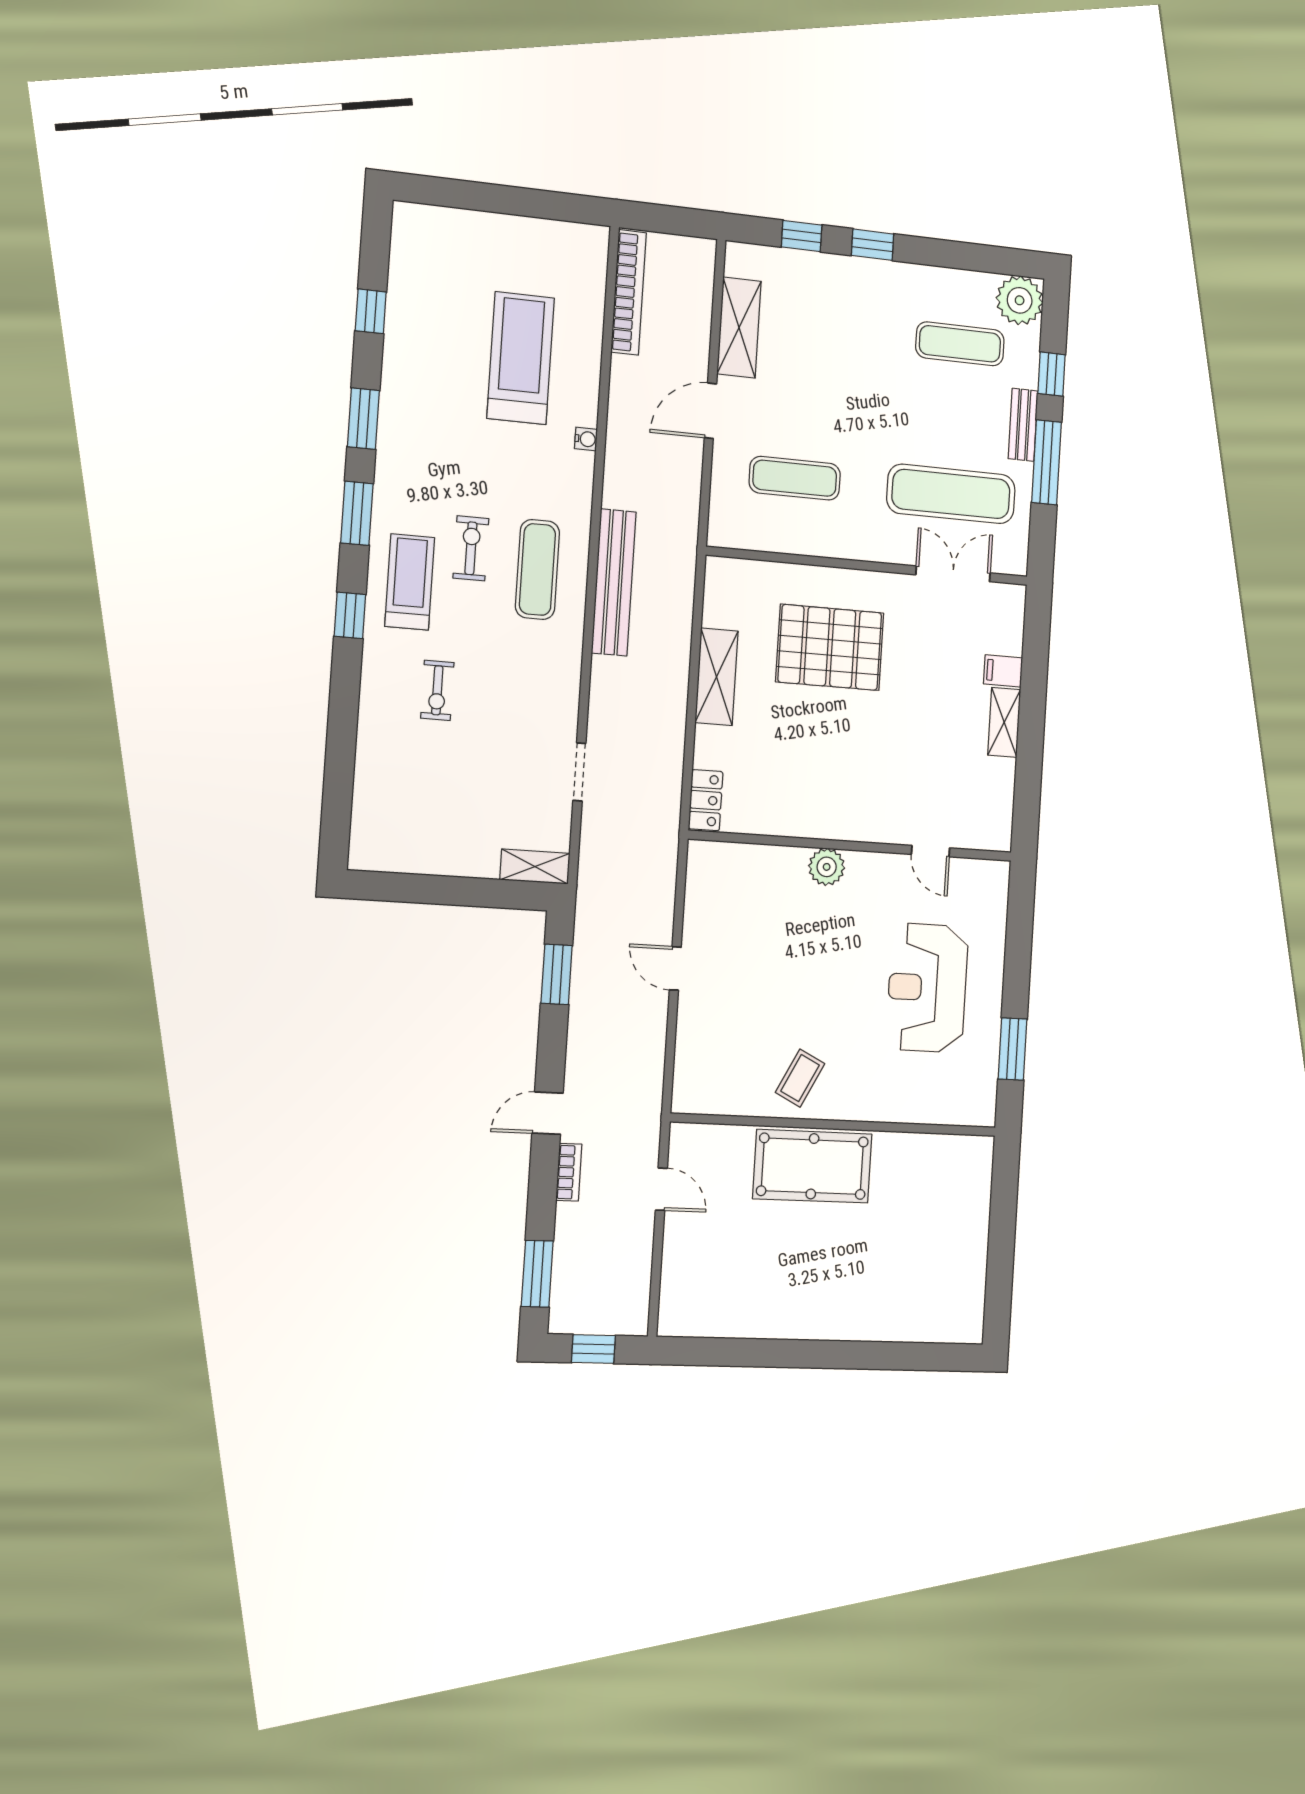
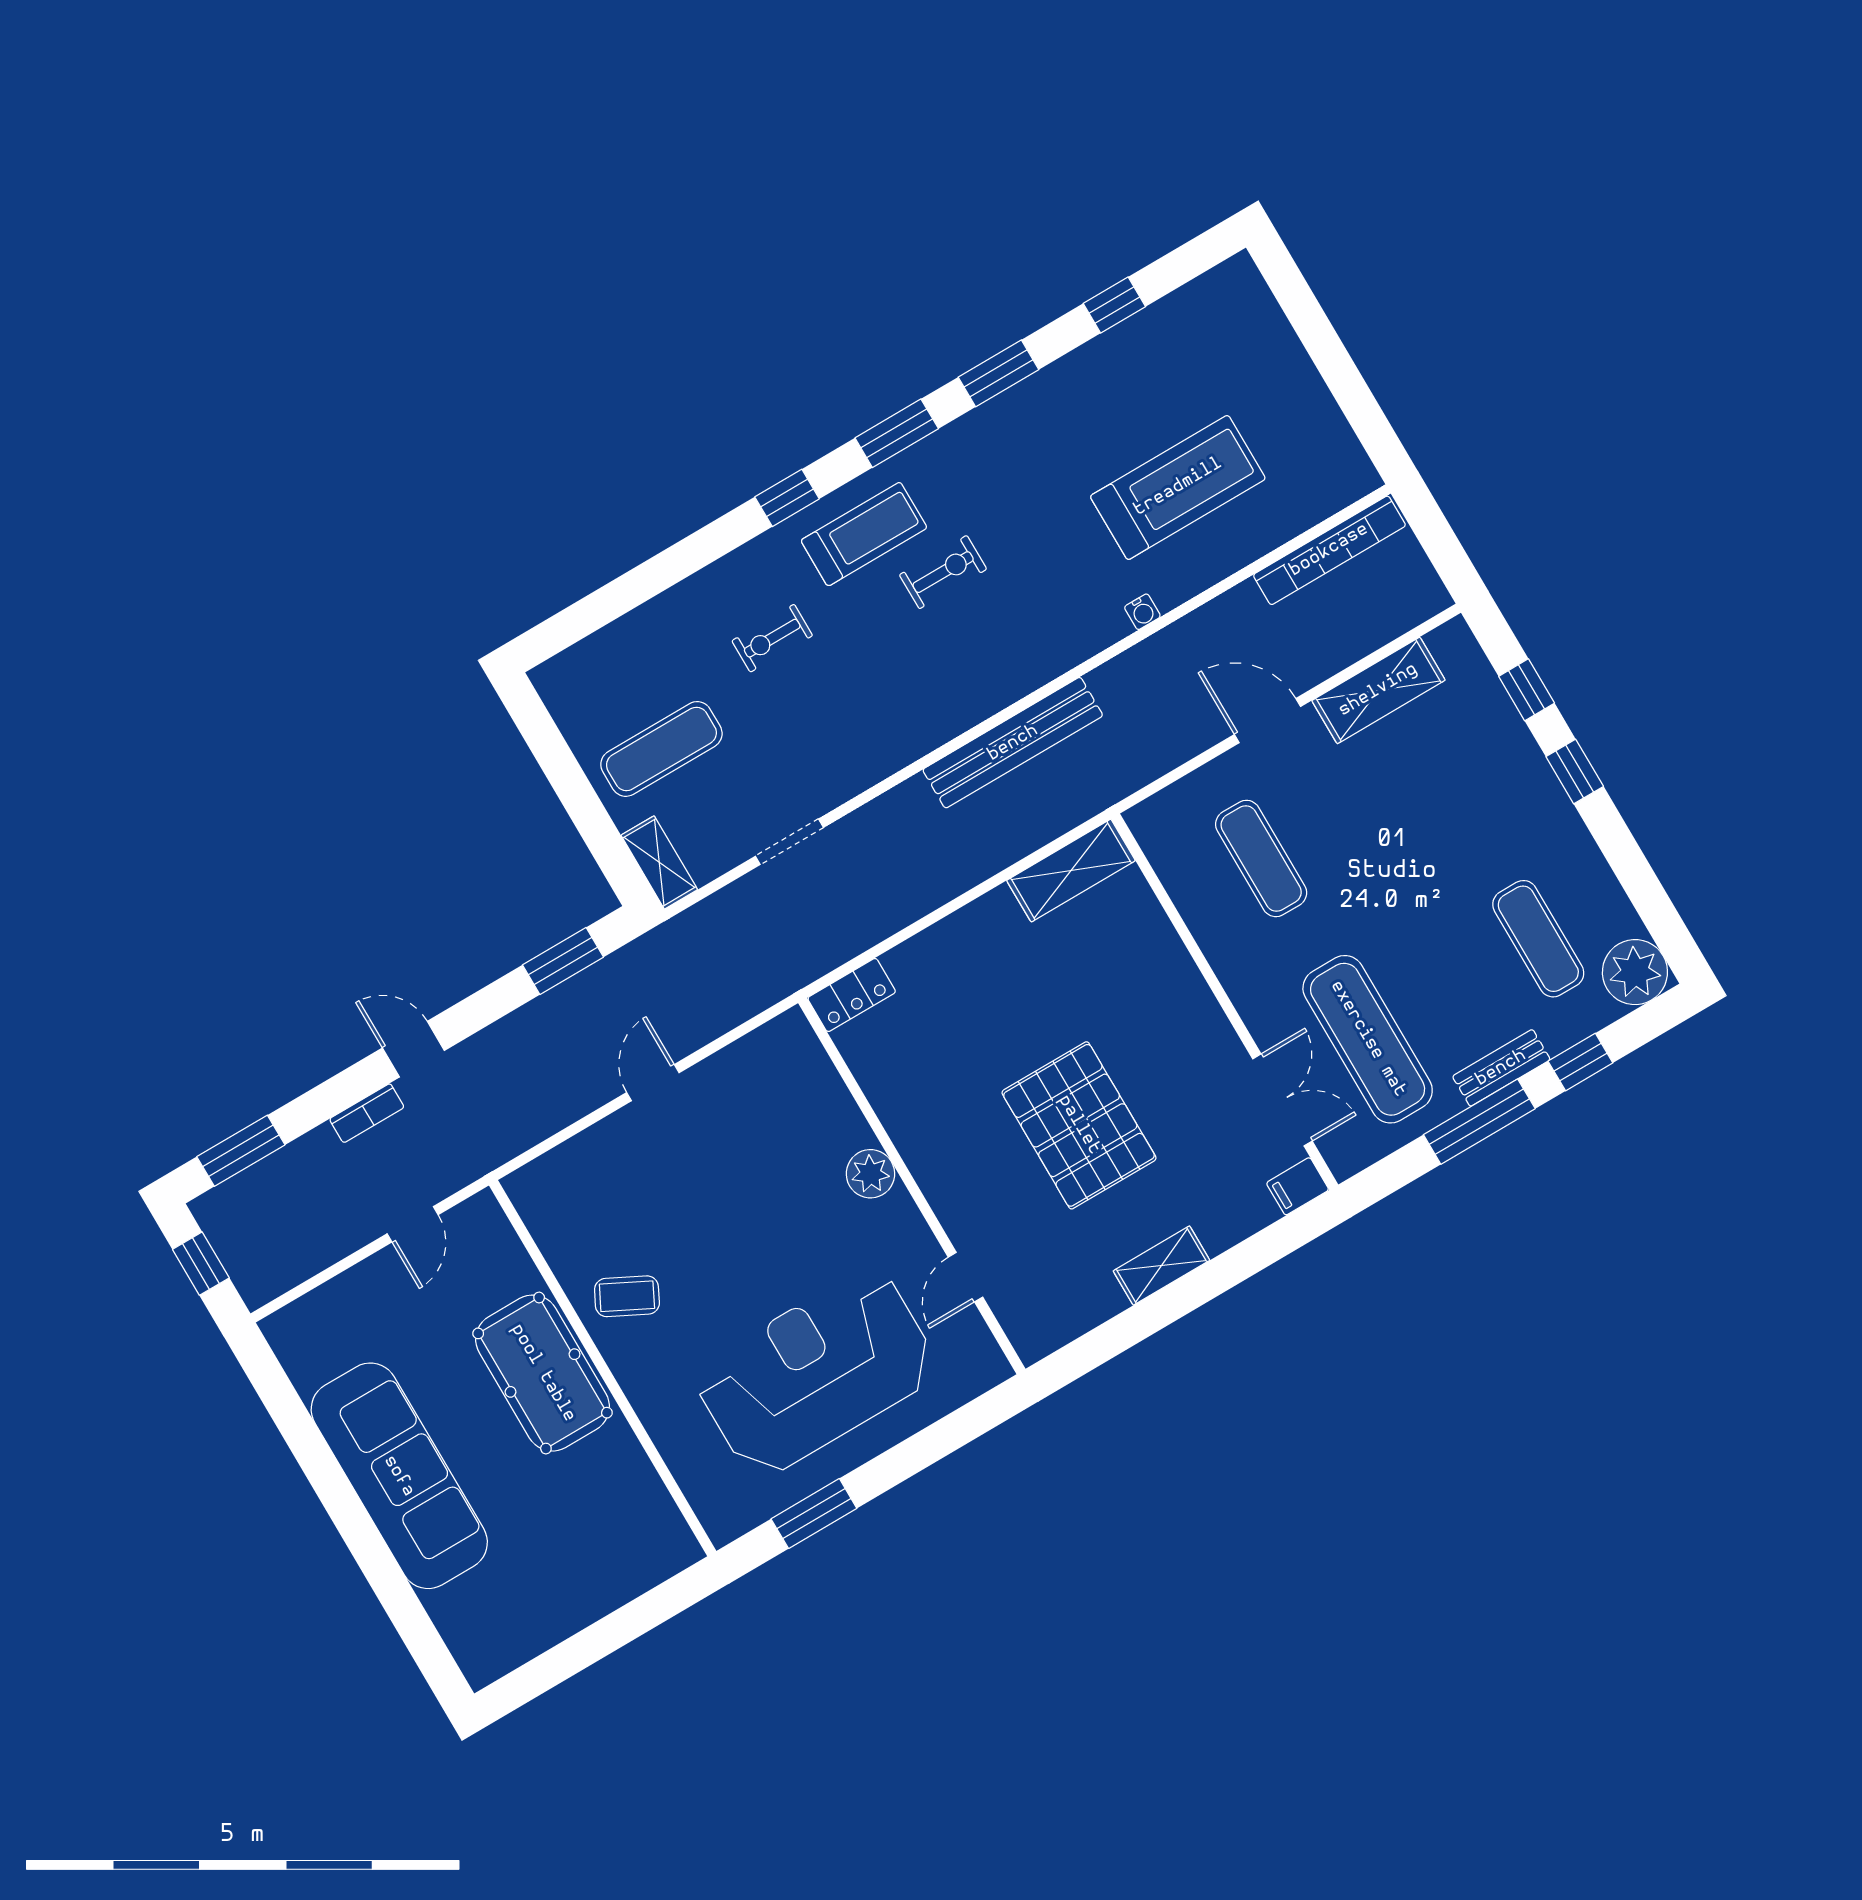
exercise mat: (537, 569) -> (661, 749), moved
pallet: (830, 647) -> (1079, 1125), moved
filing cabinet: (1003, 671) -> (1298, 1186), moved, turned -90
shelving: (716, 677) -> (1071, 871), moved
reception desk: (927, 988) -> (816, 1373), width x1.36, depth x1.30
sofa: (816, 1304) -> (399, 1476), added

